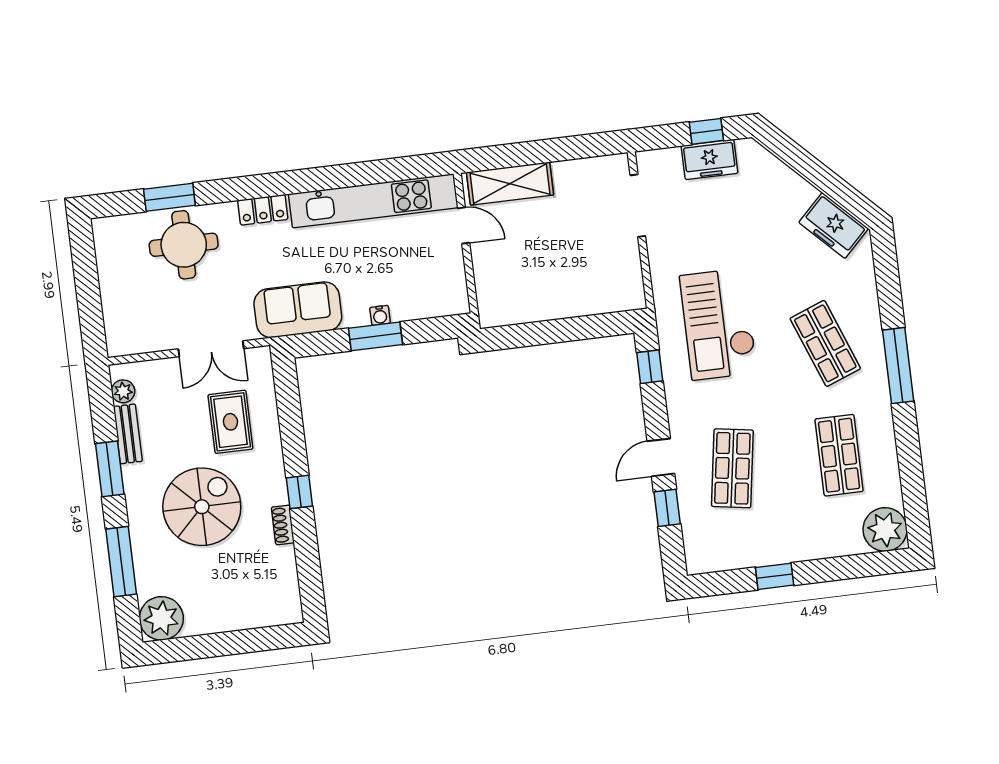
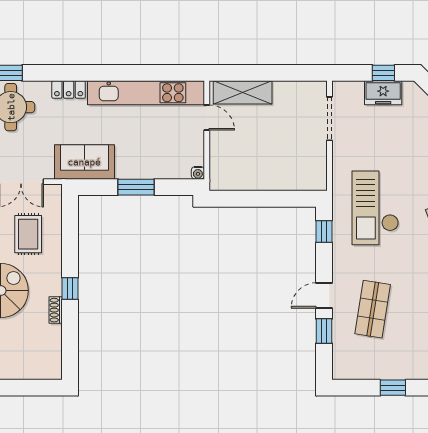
water cooler: (380, 315) -> (198, 173), moved

